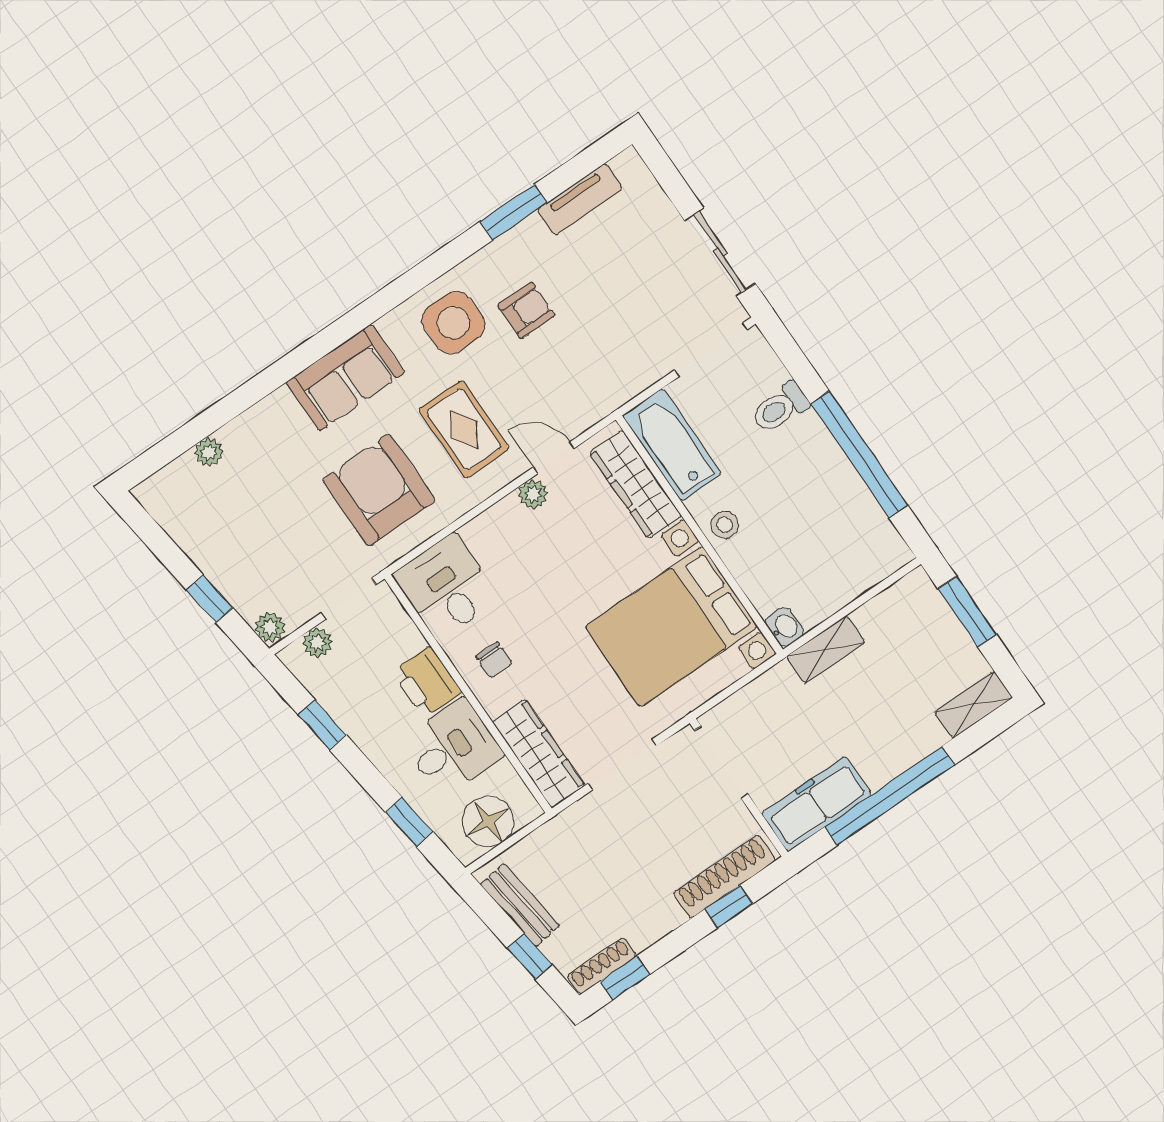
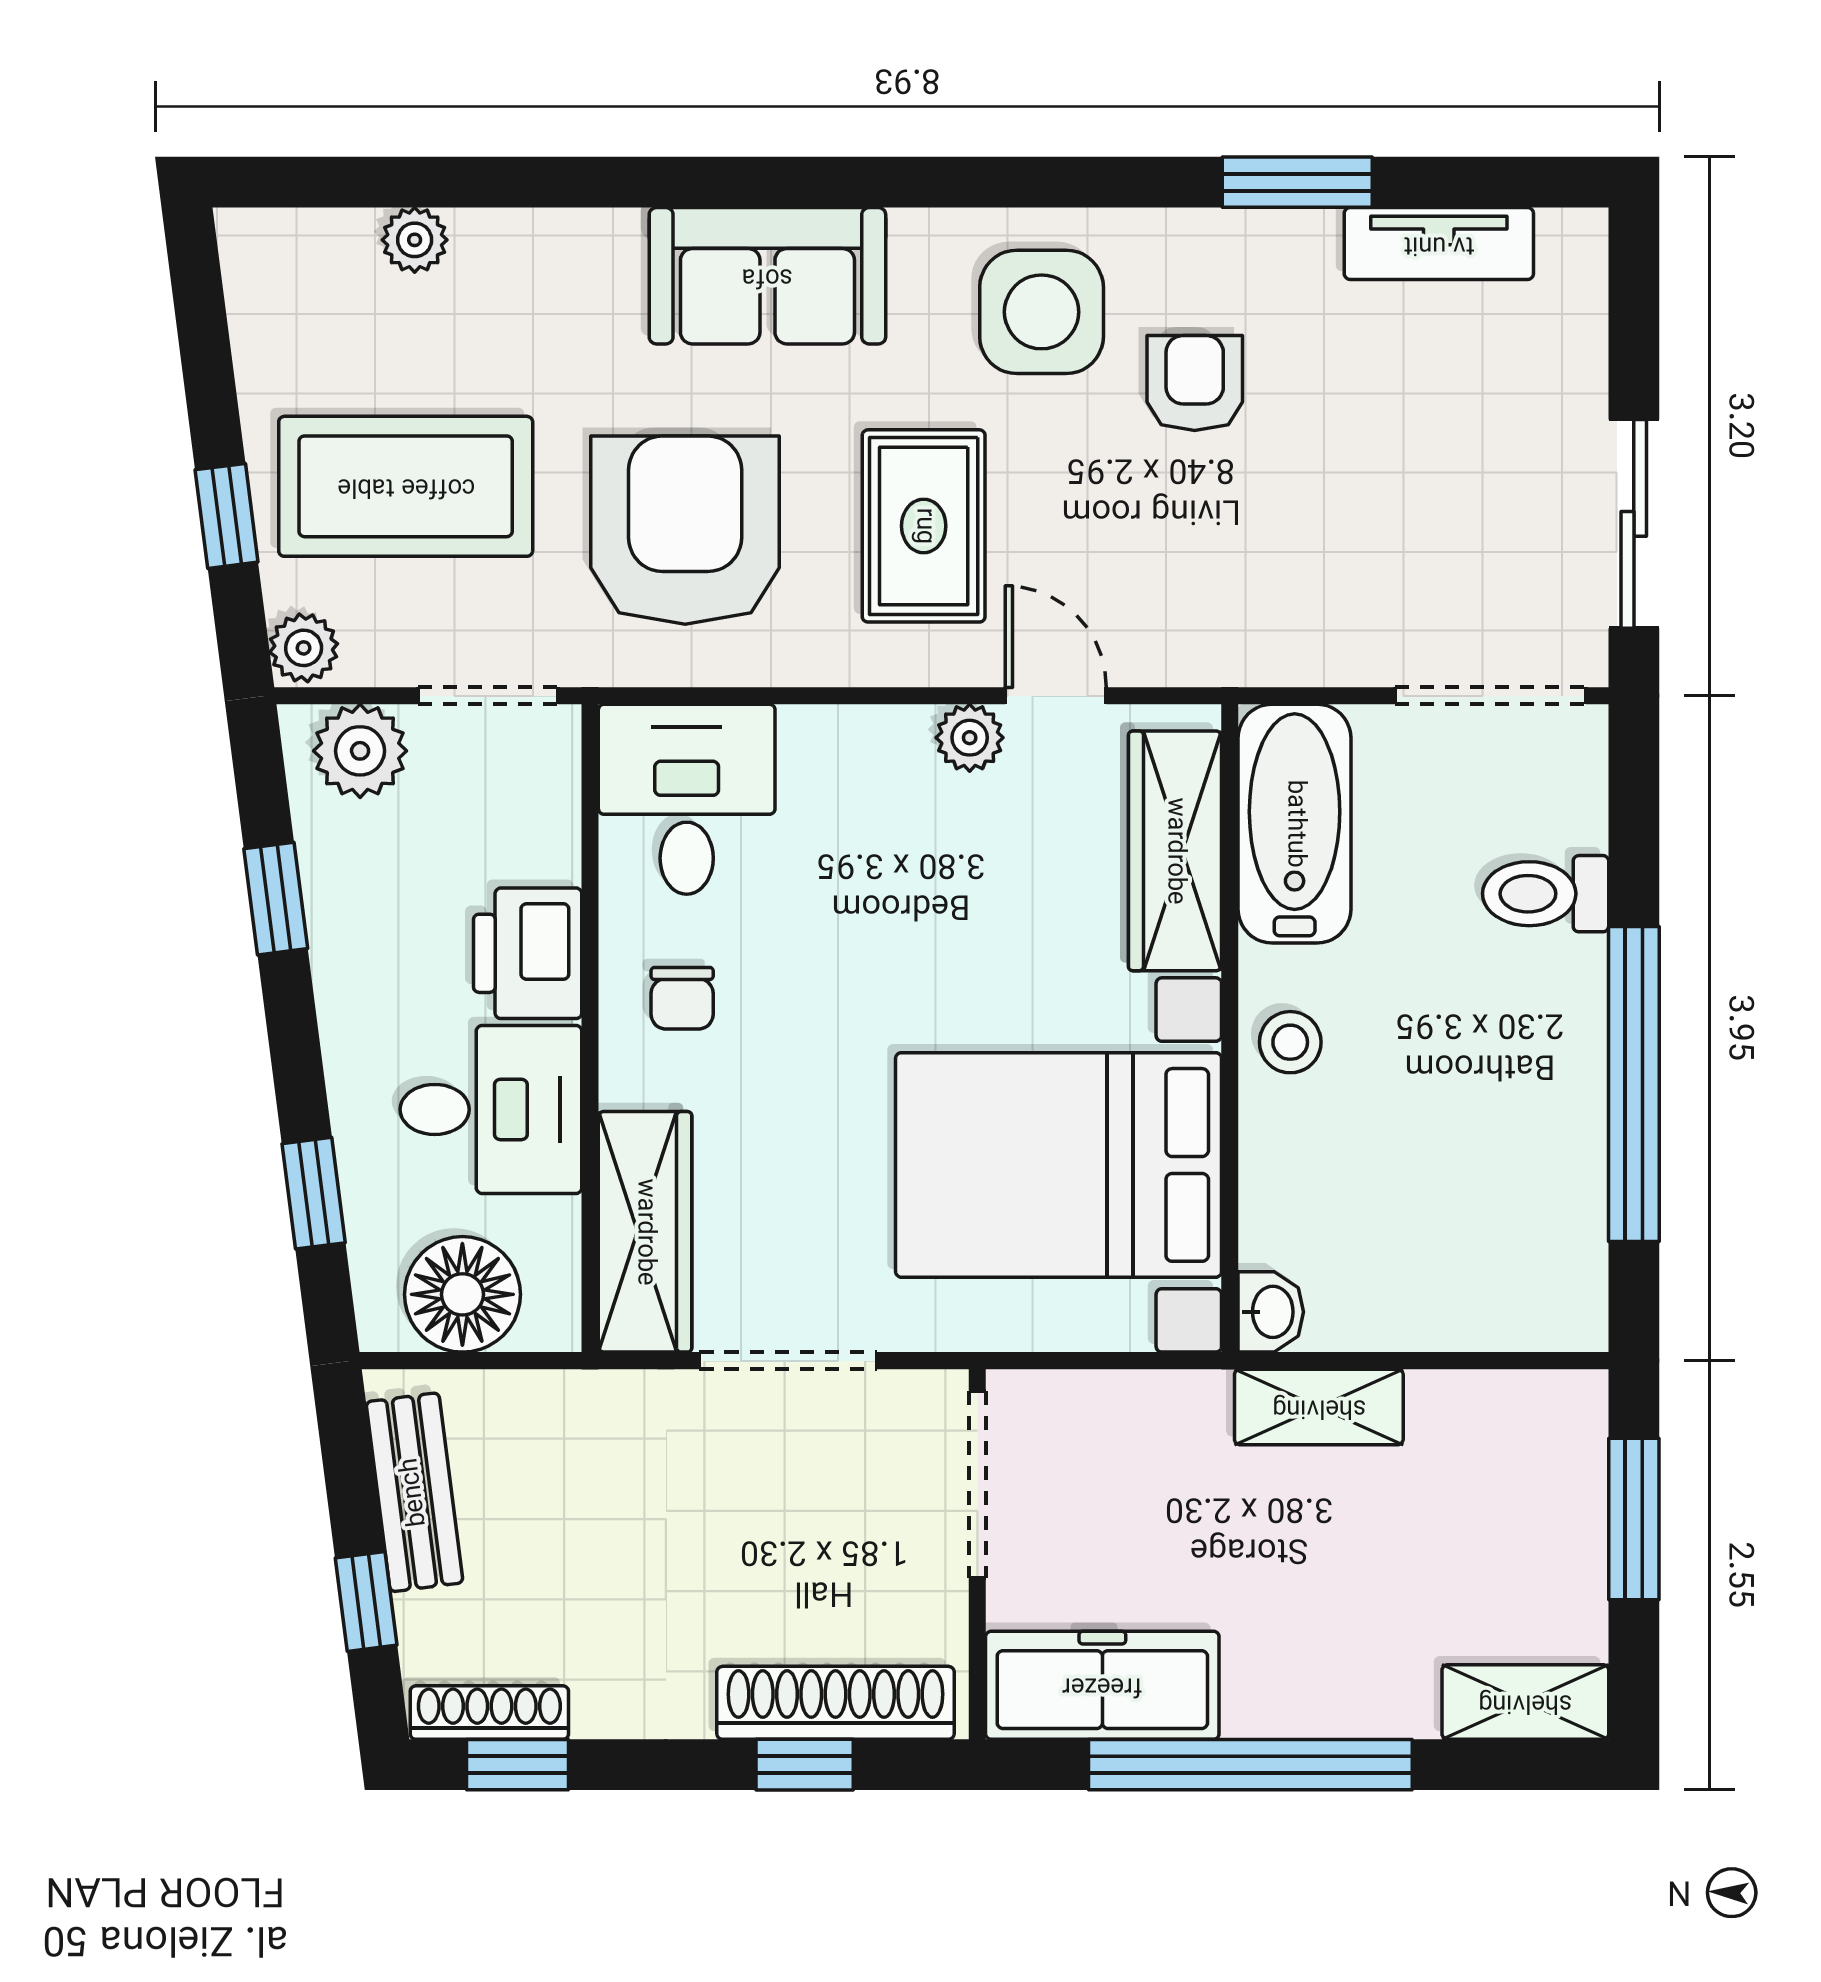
armchair: (526, 310) -> (1195, 383), turned -90
coffee table: (267, 544) -> (406, 486), added
plant: (317, 643) -> (360, 751), width x1.38, depth x1.38

